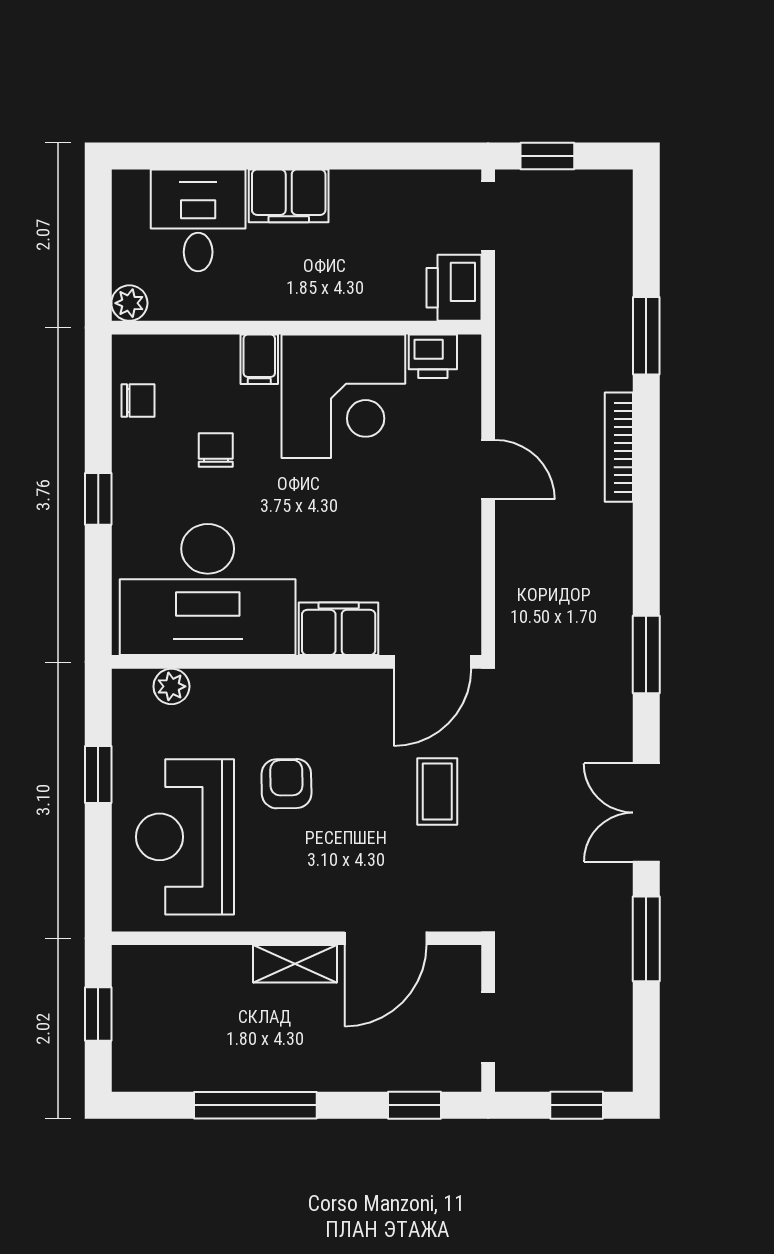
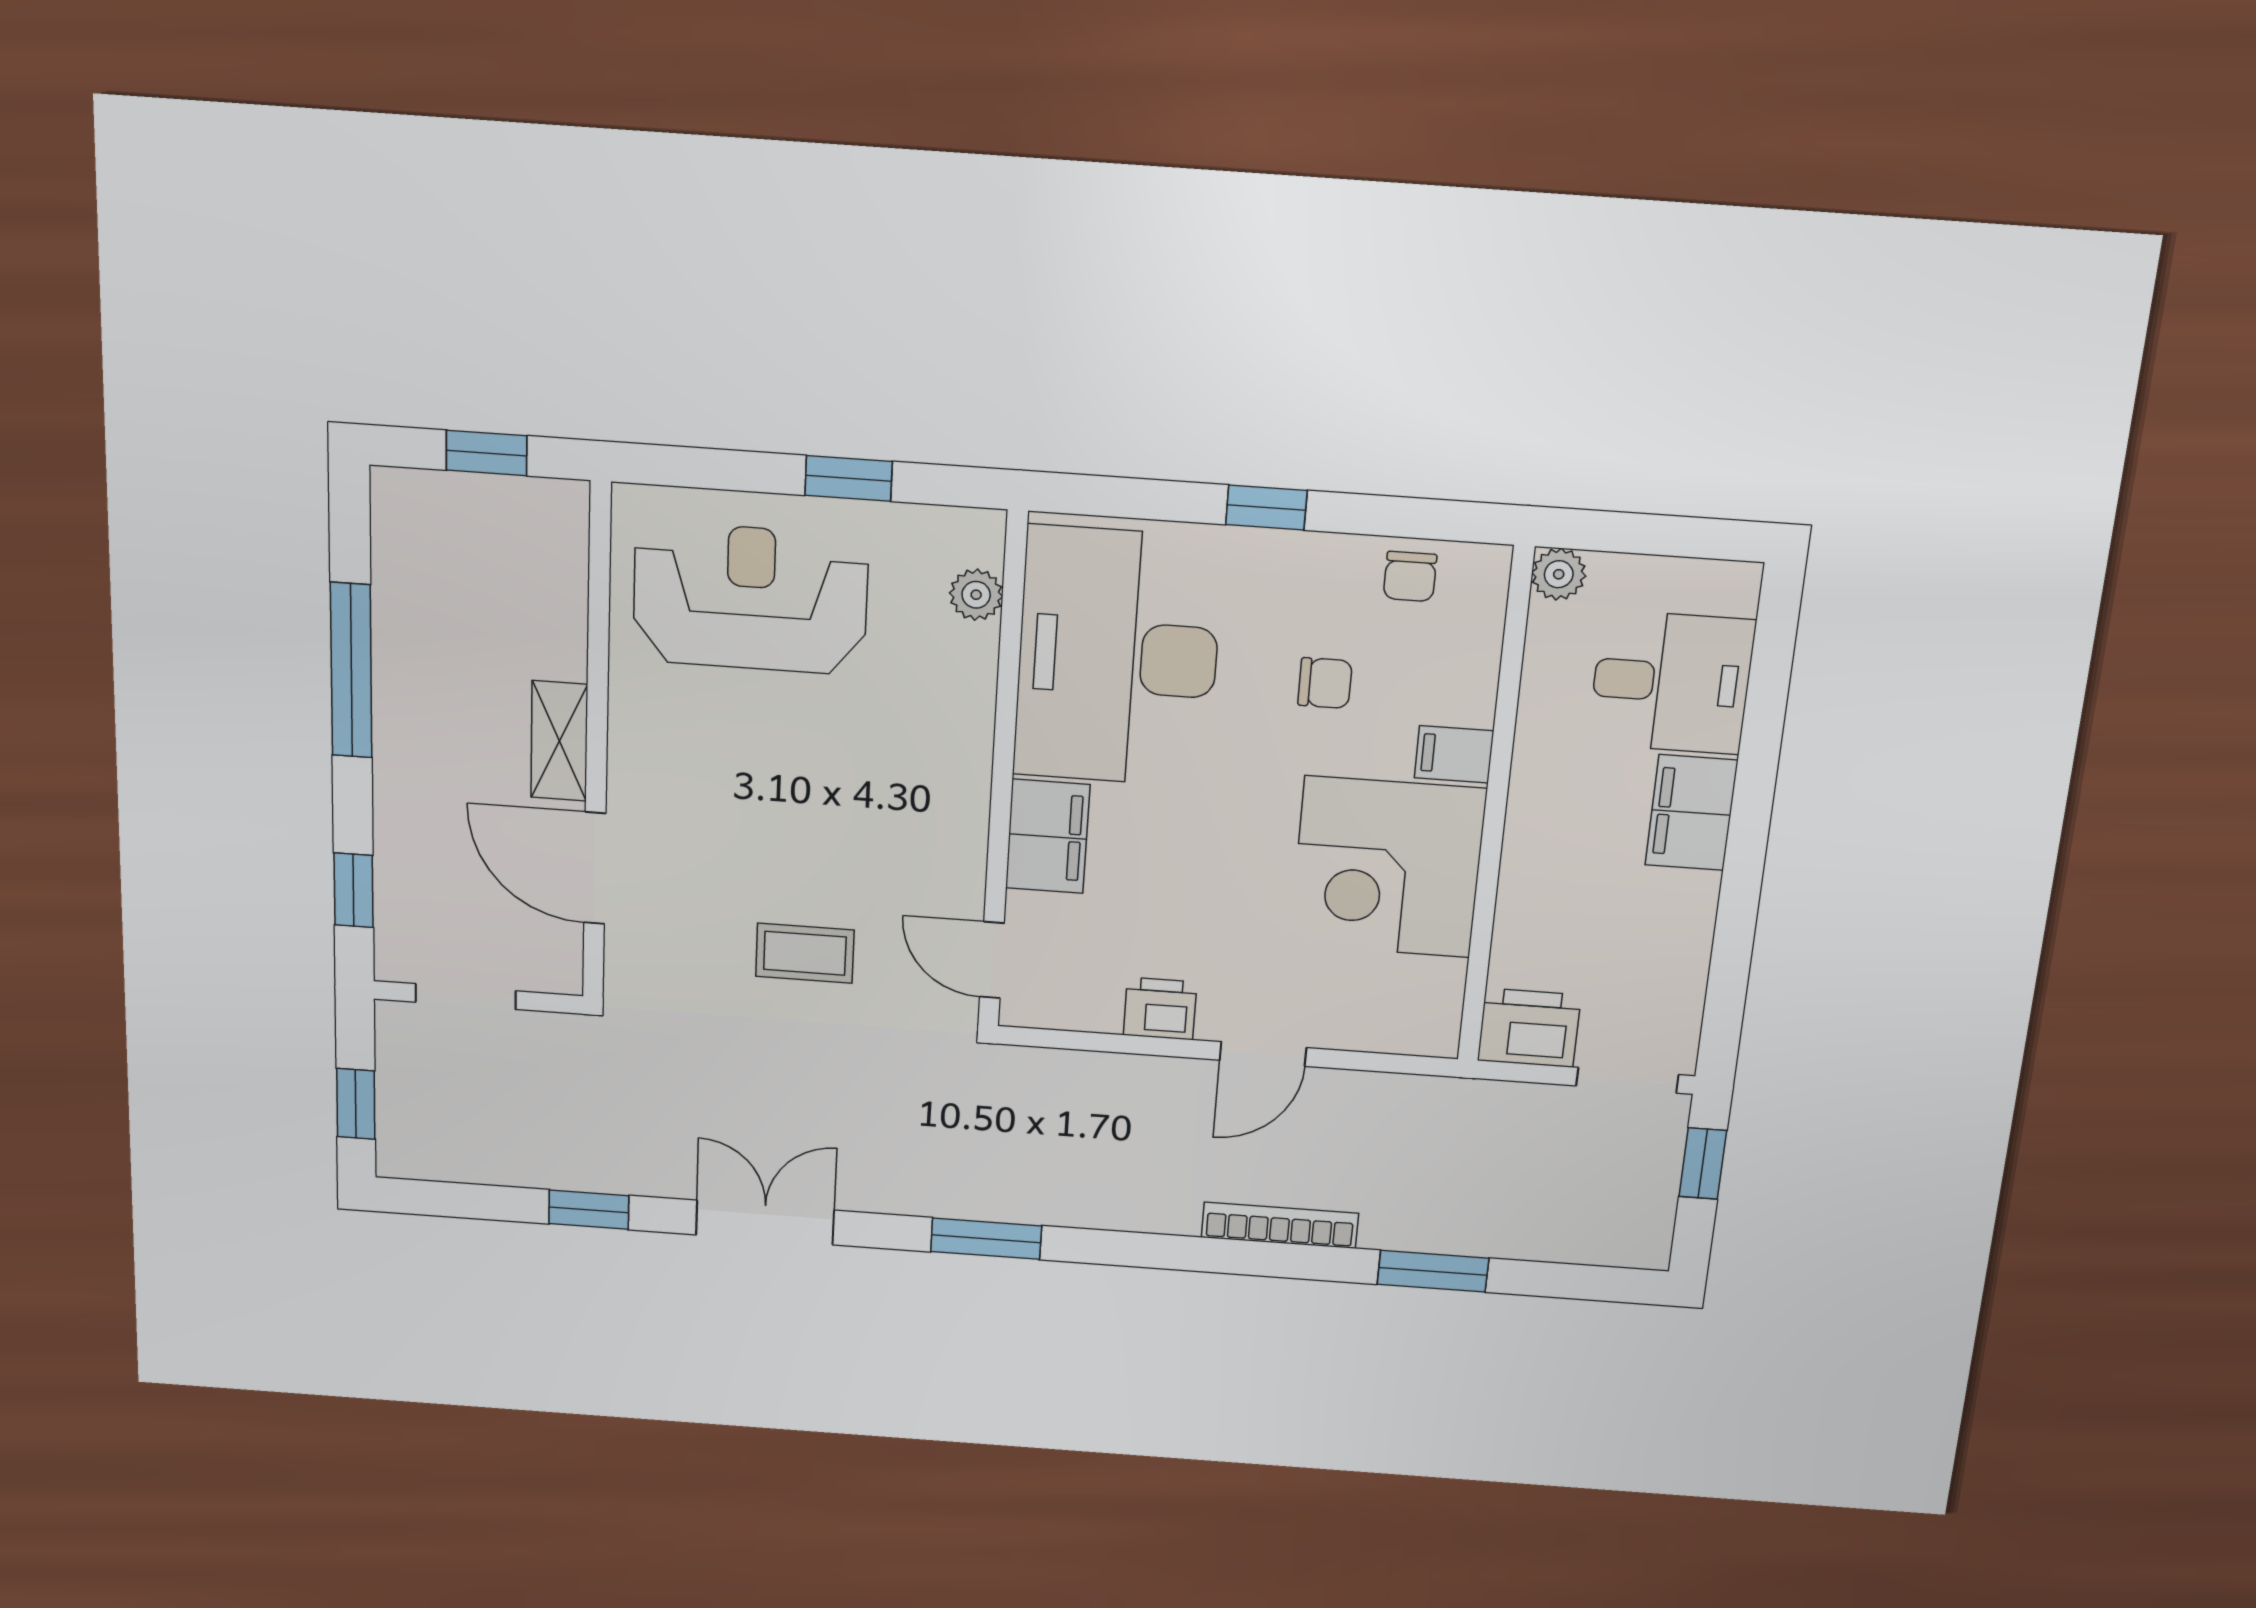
printer: (433, 356) -> (1160, 1009), moved, turned 90
door: (432, 662) -> (992, 960), width x0.73
armchair: (286, 784) -> (824, 748), removed
window: (646, 939) -> (589, 1210), width x0.67

